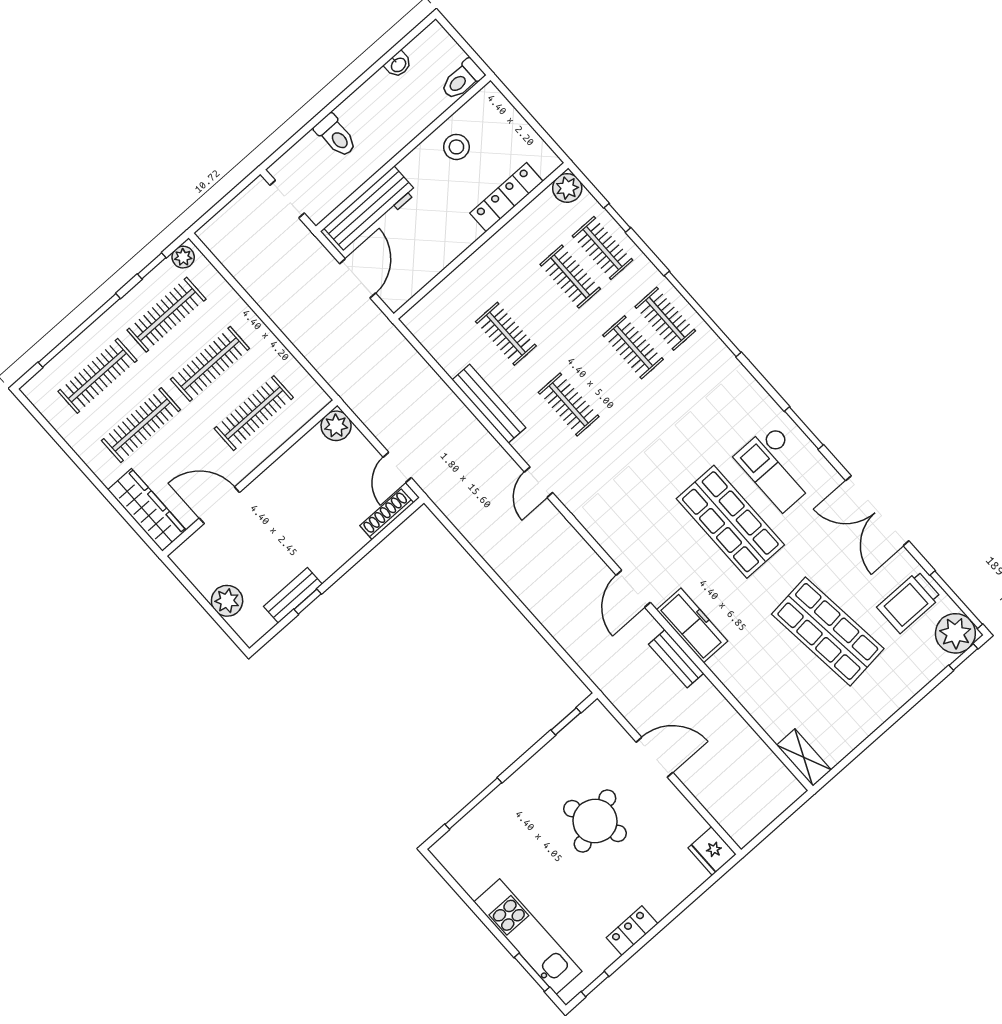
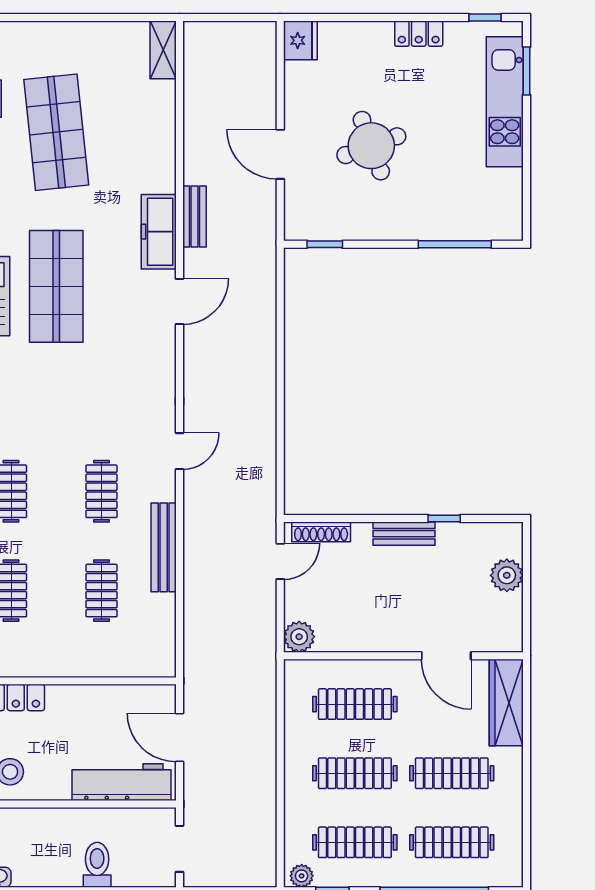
door: (358, 278) -> (179, 737), hinge flipped
bench: (293, 595) -> (404, 534), moved

